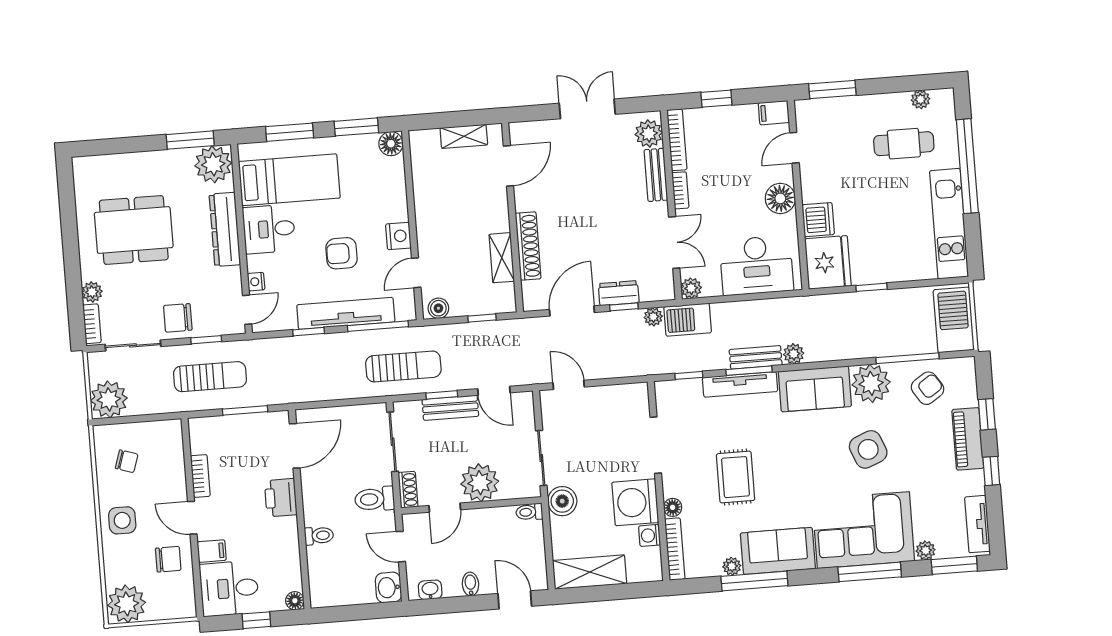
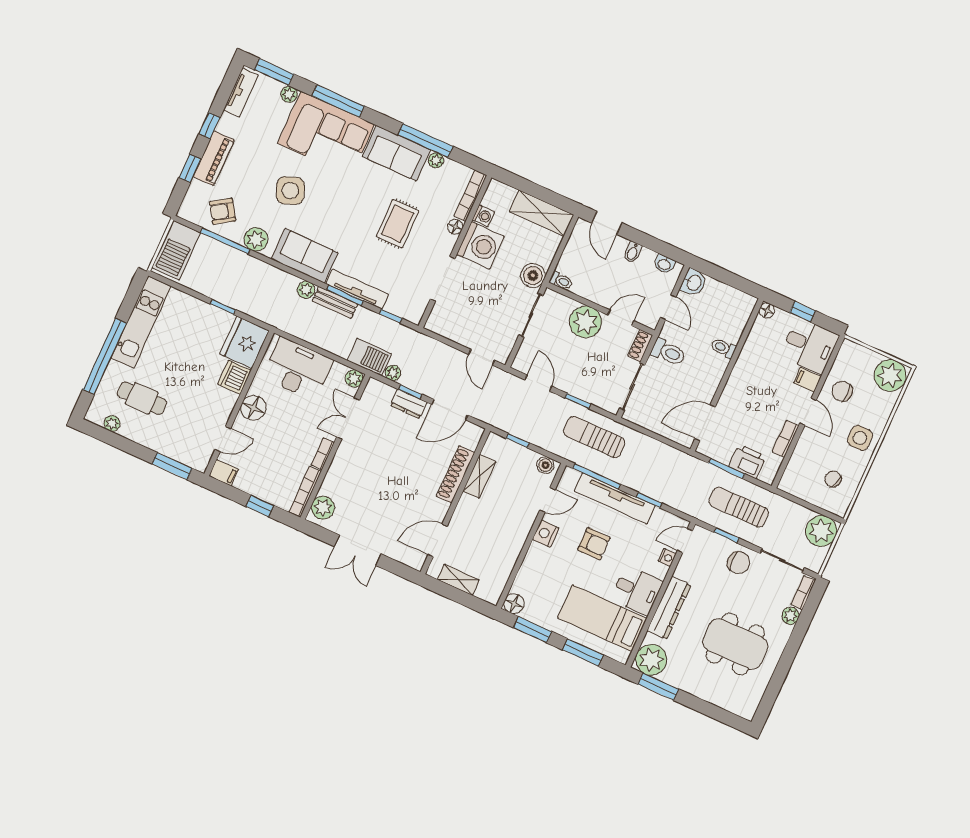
bench: (656, 175) -> (334, 475), removed
plant: (871, 383) -> (256, 239), width x0.73, depth x0.73
bench: (450, 408) -> (577, 388), removed
printer: (281, 498) -> (747, 461), moved, turned -90

